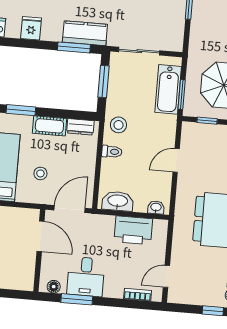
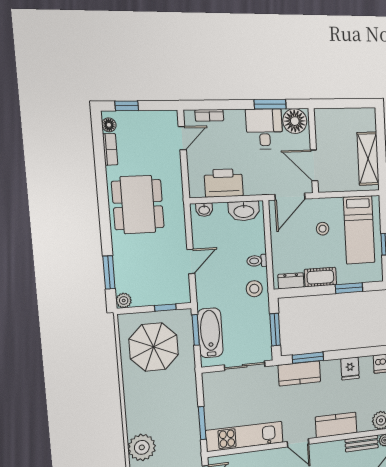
floor lamp: (54, 287) -> (295, 121), width x1.89, depth x1.89

